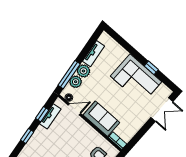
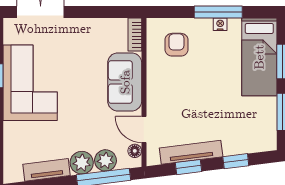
tv unit: (50, 116) -> (191, 152), width x1.41

